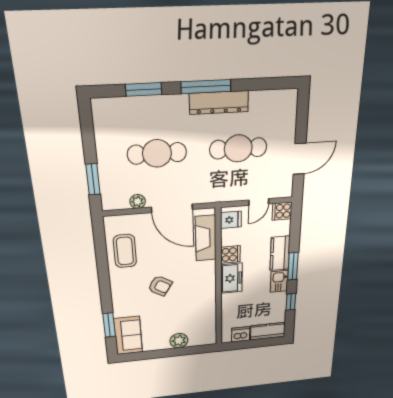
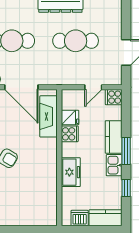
fridge: (231, 220) -> (70, 117), moved
freezer: (231, 278) -> (71, 172), moved
plant: (179, 341) -> (22, 218), removed

